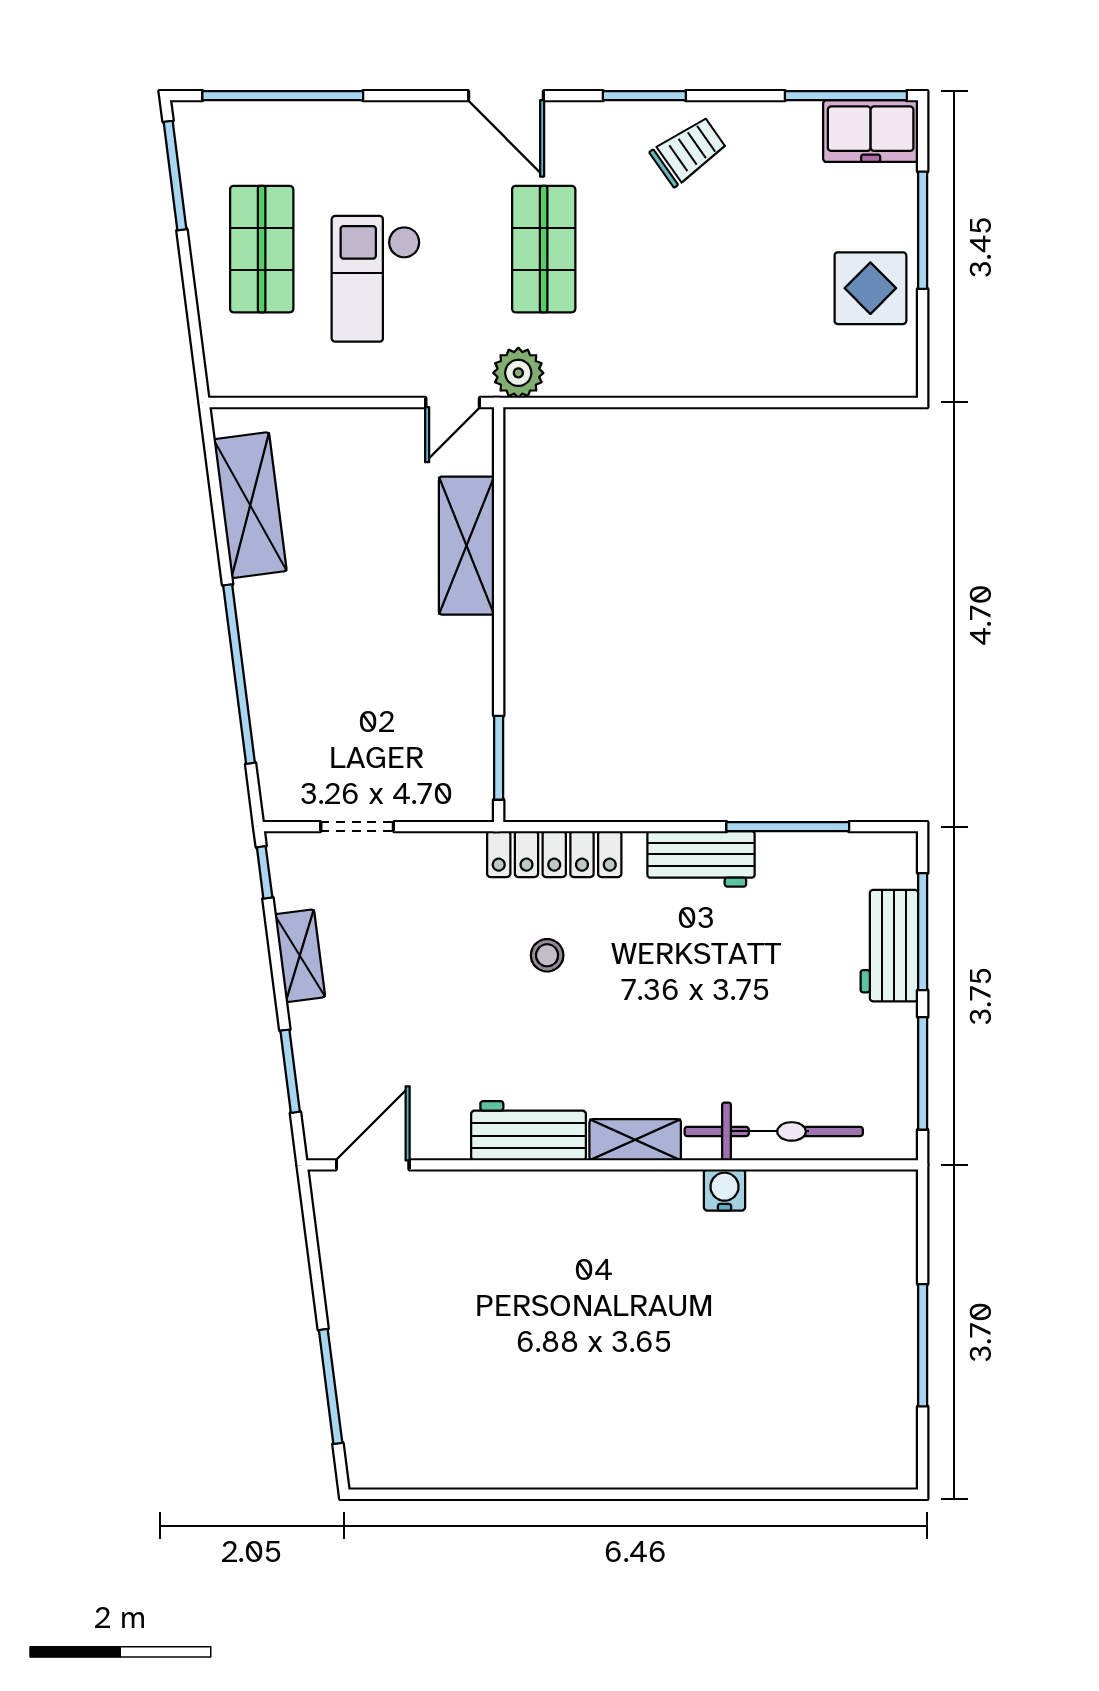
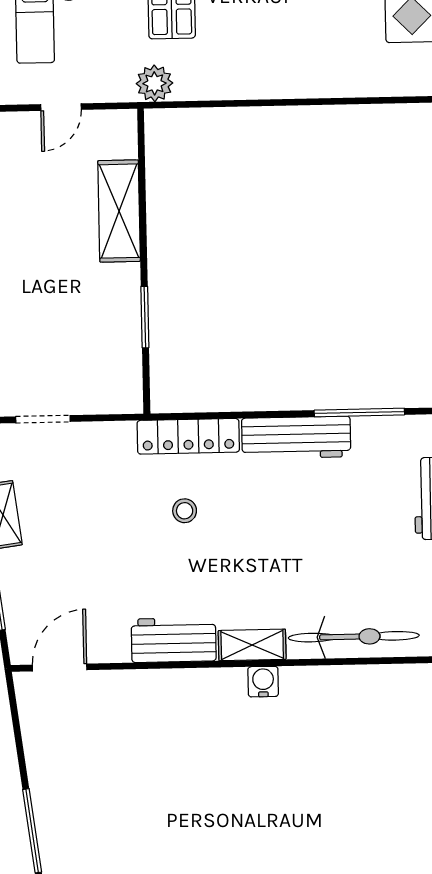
door: (453, 402) -> (61, 107), moved
window: (499, 758) -> (145, 317), moved
workbench: (701, 859) -> (296, 438), width x1.38
water cooler: (724, 1190) -> (263, 682), moved

